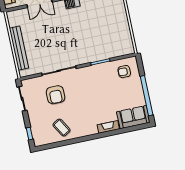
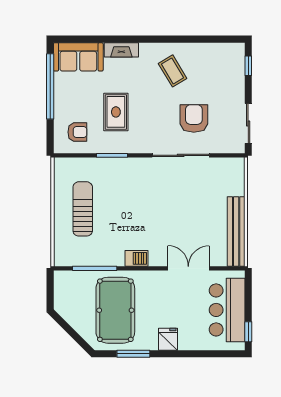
sun lounger: (111, 26) -> (83, 209), added
bench: (19, 48) -> (236, 232), moved
rug: (104, 89) -> (116, 112), added
coffee table: (62, 128) -> (173, 71), moved

